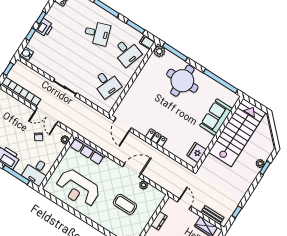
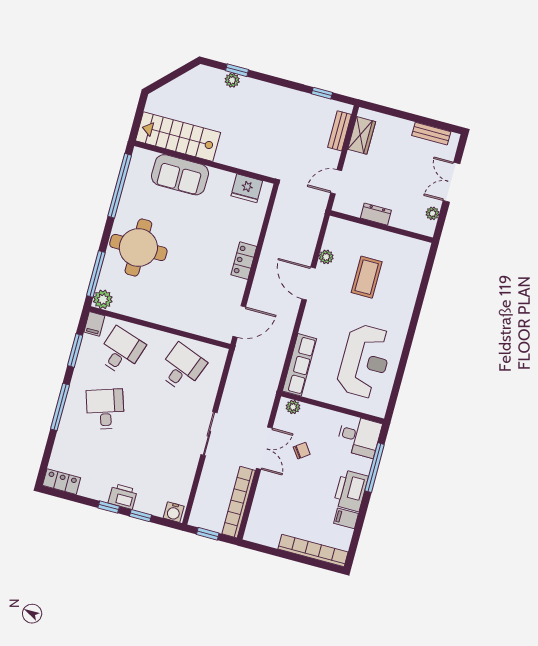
stairs: (237, 132) -> (178, 137), width x0.73, depth x0.66

